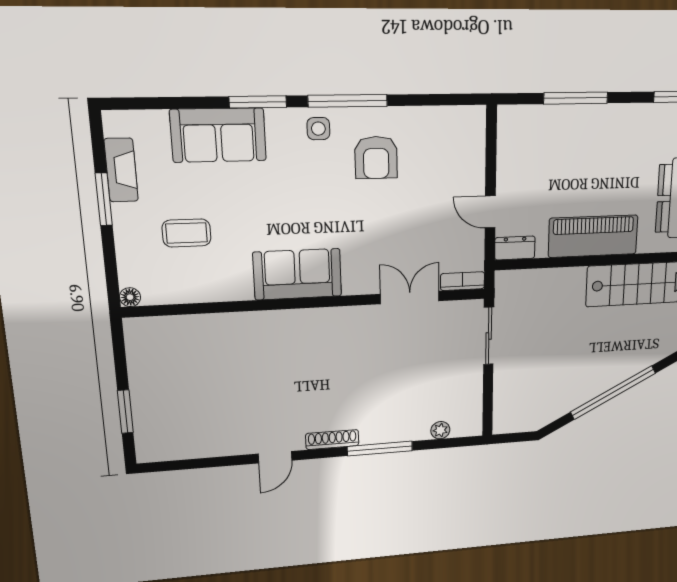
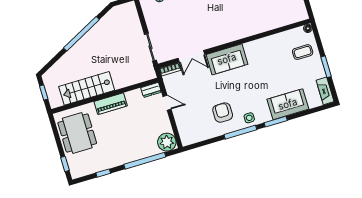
window: (576, 98) -> (145, 161), width x1.46
plant: (517, 126) -> (167, 142), added
fireplace: (121, 170) -> (325, 91), moved
coffee table: (187, 233) -> (303, 52), moved
piano: (593, 236) -> (111, 104), width x0.73, depth x0.75
sofa: (297, 274) -> (227, 59), moved

